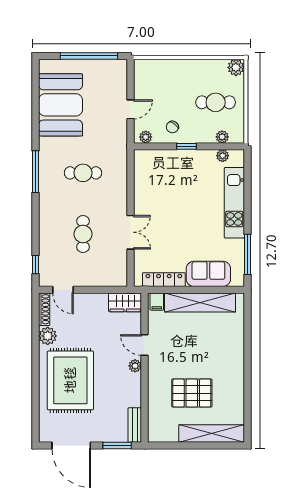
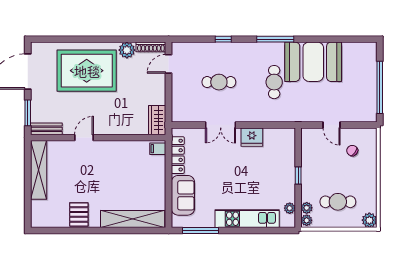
cafe table: (216, 102) -> (338, 202), turned 90
booth: (61, 105) -> (313, 62), moved
chair: (172, 127) -> (352, 151), moved
plant: (146, 137) -> (307, 220), moved
fridge: (144, 198) -> (252, 137), added
window: (35, 265) -> (223, 39), moved
shelving: (200, 303) -> (133, 219), moved, turned 90
door: (145, 345) -> (84, 138), moved
plant: (135, 366) -> (100, 129), removed
pallet: (192, 393) -> (79, 214), moved, width x0.67, depth x0.71
shelving: (212, 434) -> (39, 170), moved

